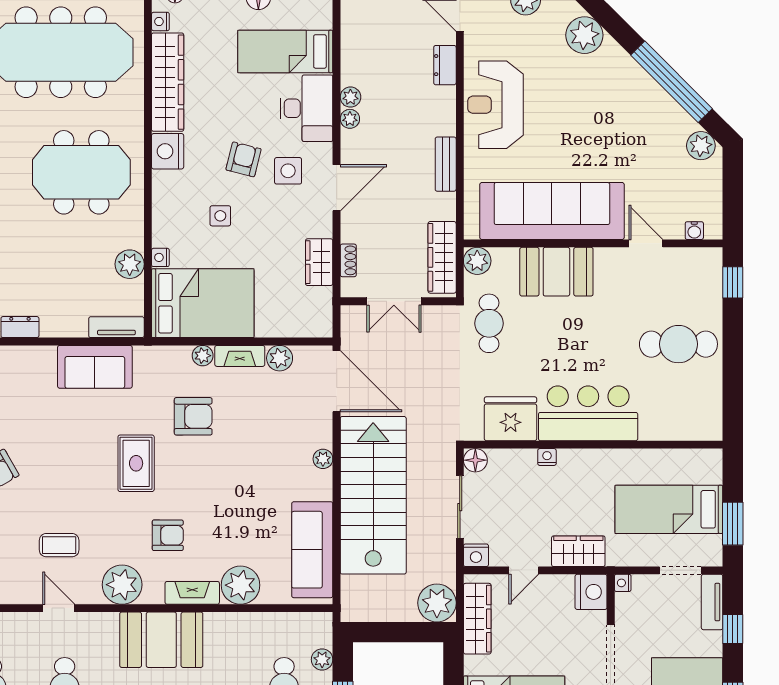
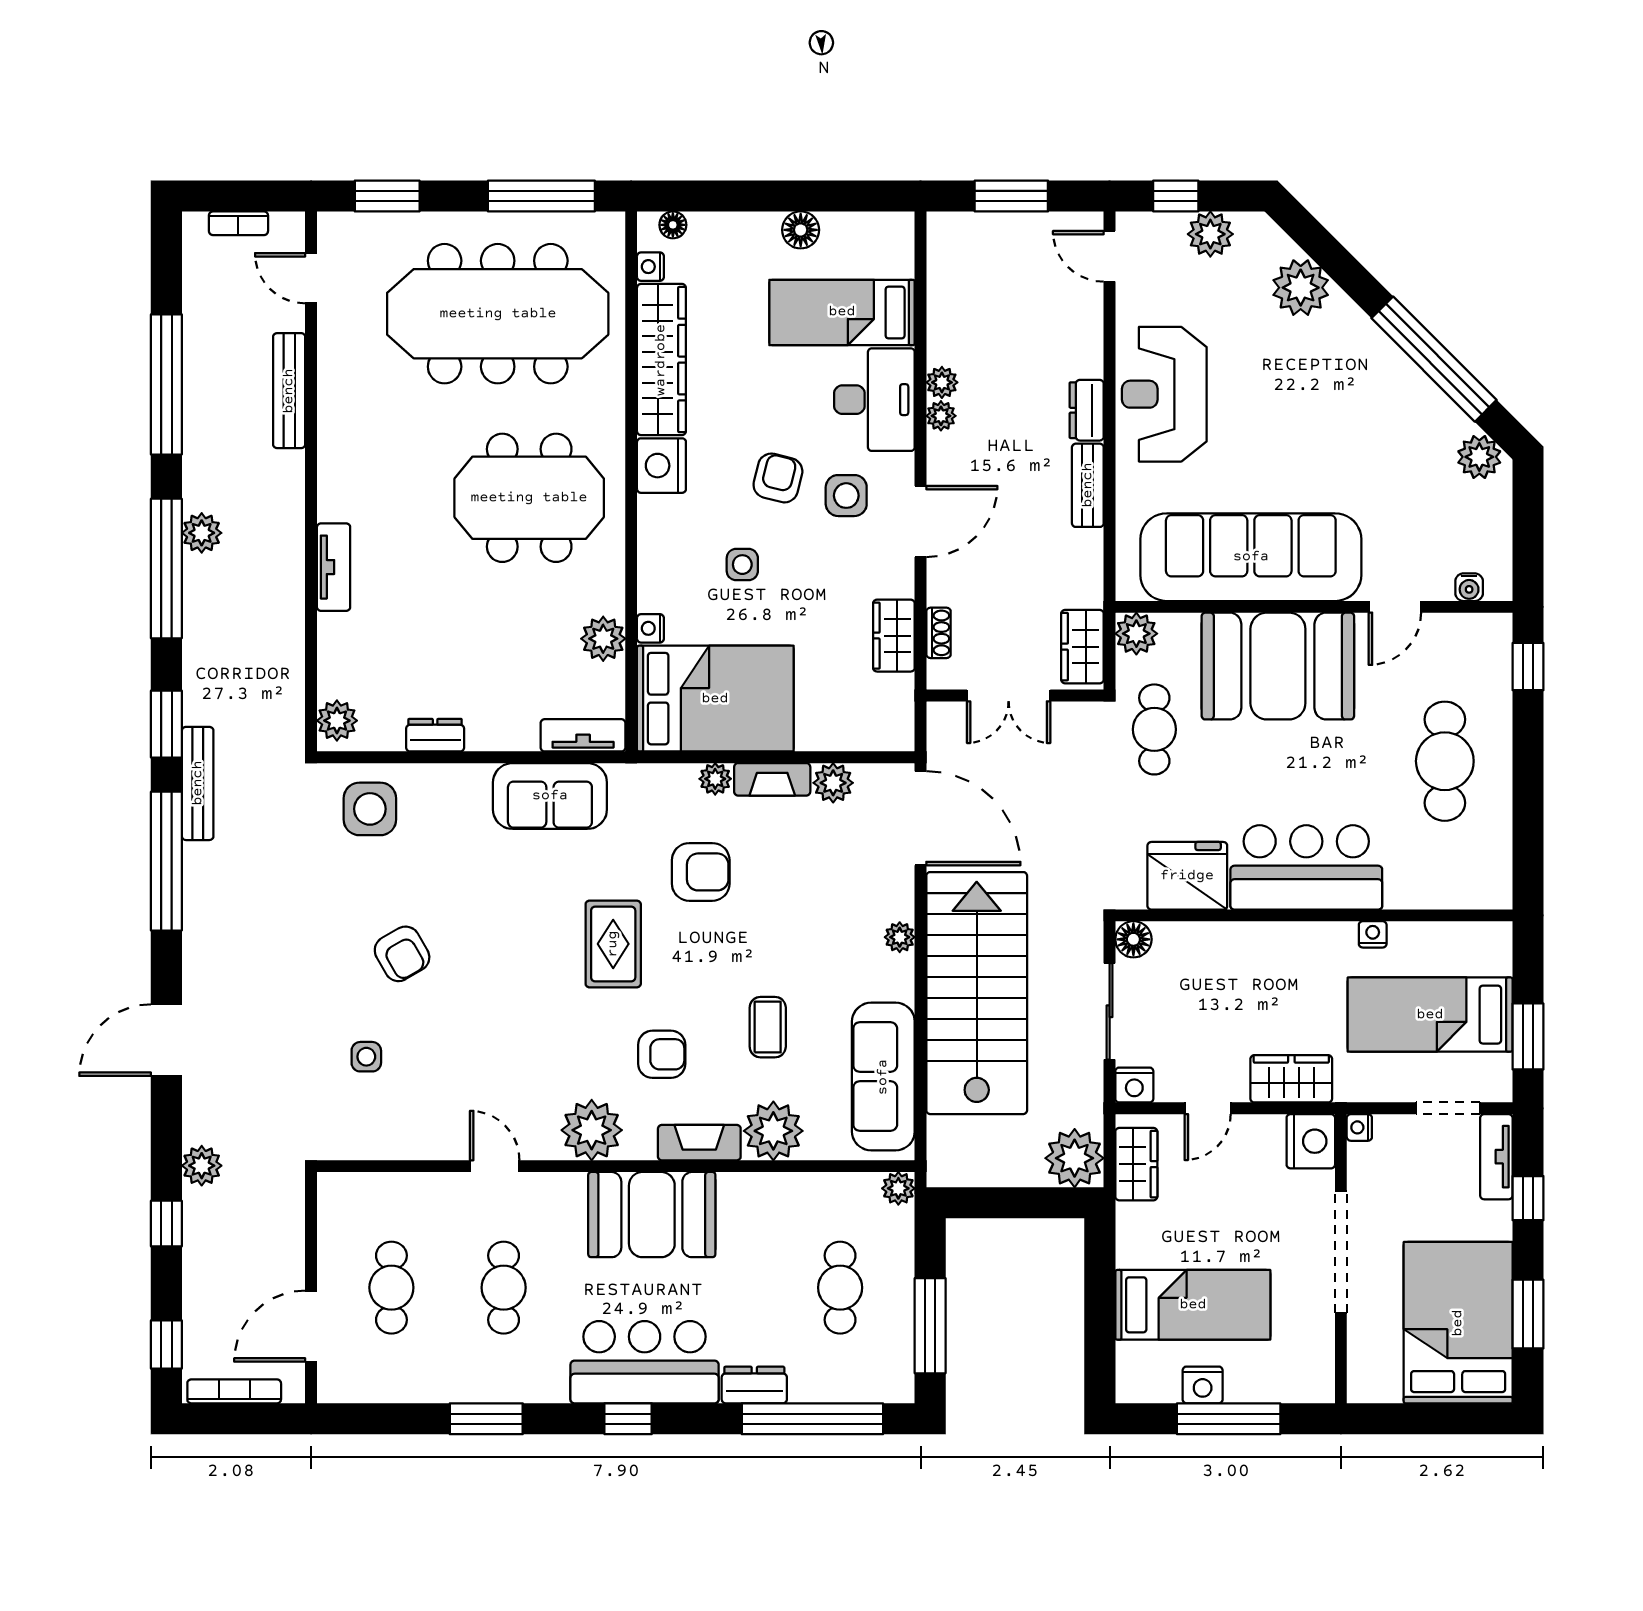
dresser: (445, 65) -> (1087, 410), moved
door: (646, 243) -> (1395, 607), swing flipped
wardrobe: (442, 257) -> (1082, 647), width x0.67
booth: (556, 272) -> (1278, 666), width x1.36, depth x1.42
cafe table: (678, 344) -> (1445, 761), turned 90
nightstand: (547, 457) -> (1373, 934), moved
coffee table: (59, 545) -> (768, 1027), moved, turned 90
wardrobe: (477, 619) -> (1136, 1164), width x0.67
plant: (322, 660) -> (898, 1188), moved

